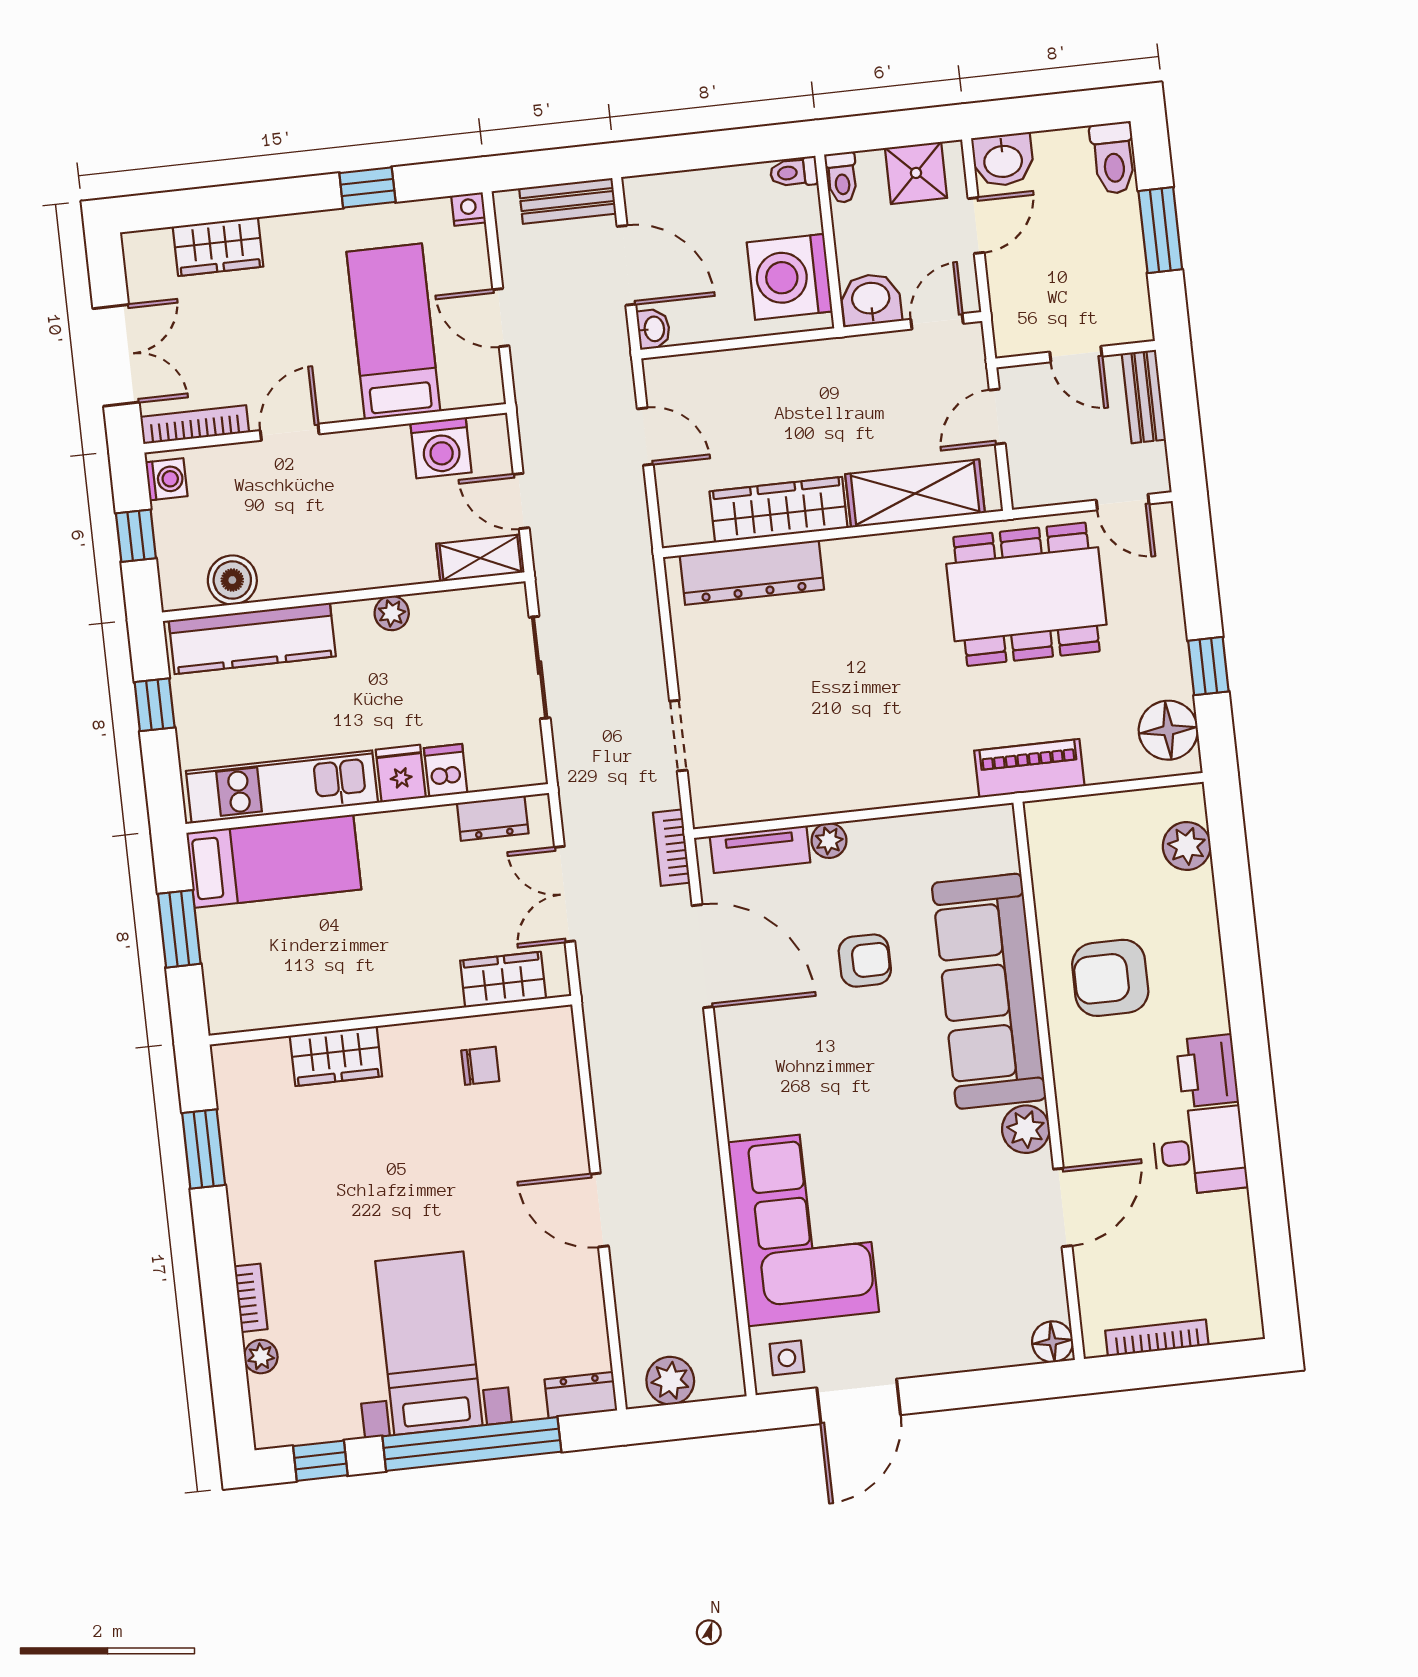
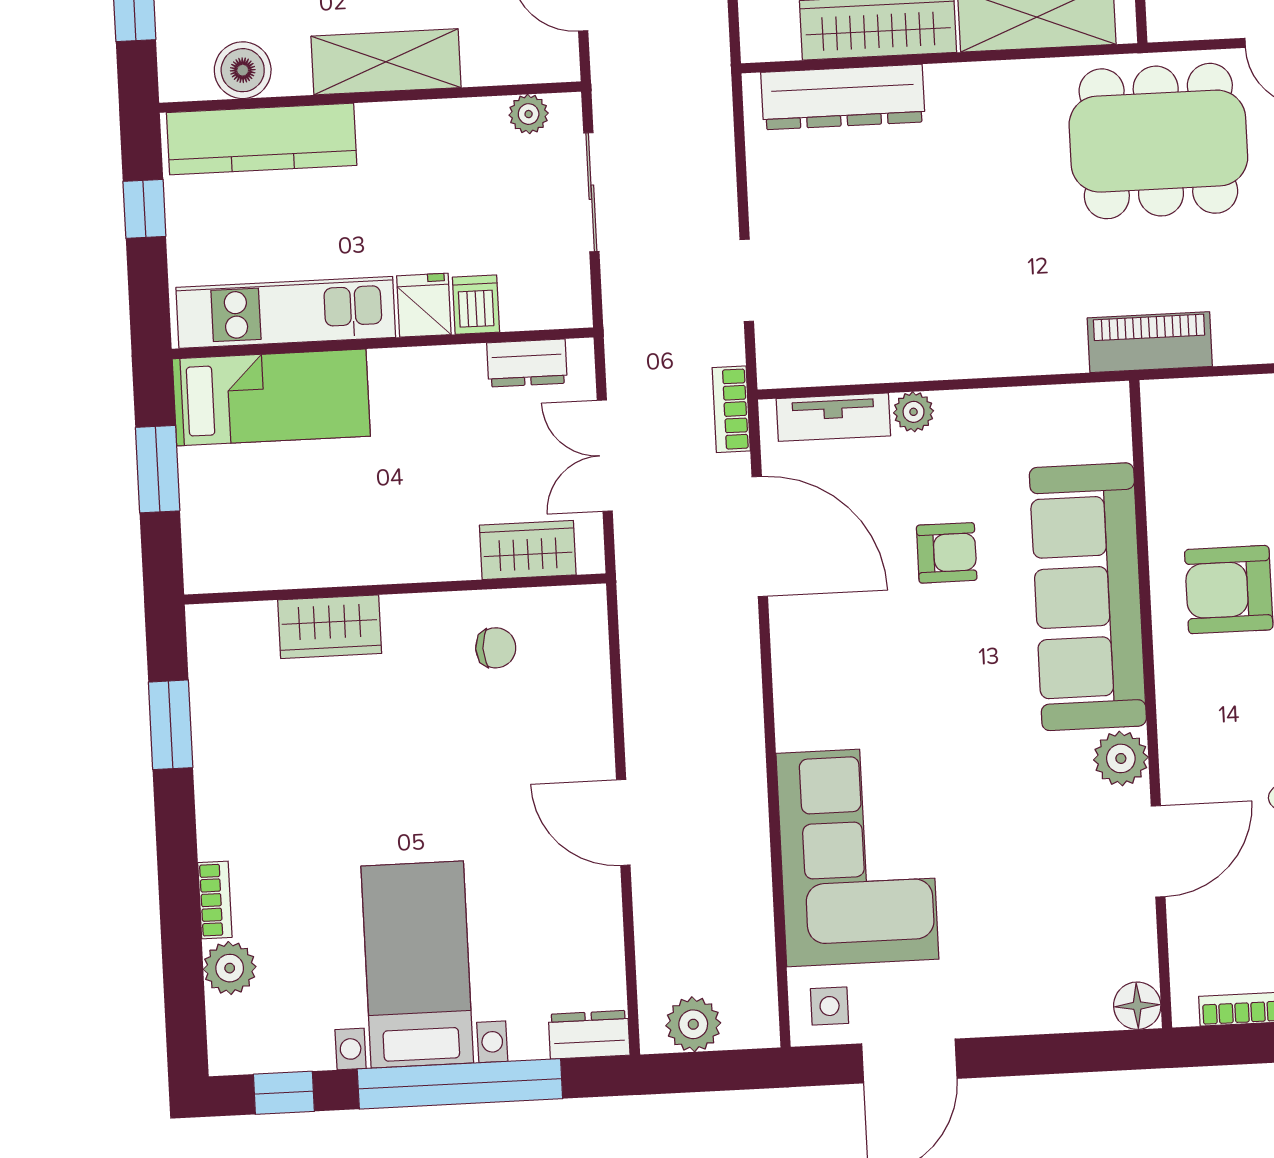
shelving: (480, 558) -> (386, 62), moved, width x1.50, depth x1.33
plant: (392, 613) -> (529, 114), moved
plant: (261, 1357) -> (230, 968), width x1.38, depth x1.38

